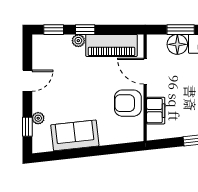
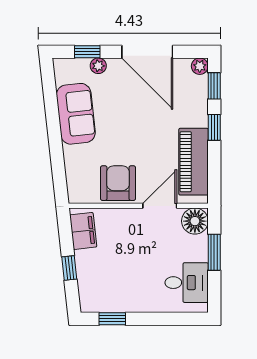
plant: (78, 41) -> (200, 66), moved
floor lamp: (177, 44) -> (195, 221), moved
door: (27, 81) -> (147, 52), width x1.87
filing cabinet: (156, 111) -> (83, 231), moved, turned -96

